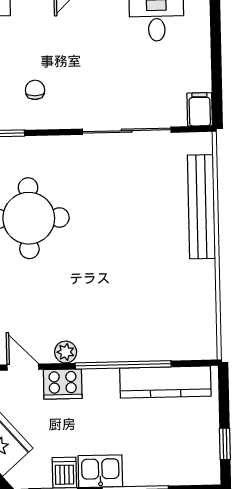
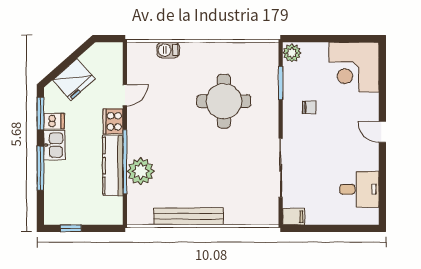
bench: (201, 207) -> (189, 216), moved
plant: (66, 352) -> (141, 171), moved, width x1.87, depth x1.87
kitchen counter: (165, 382) -> (113, 166), moved

